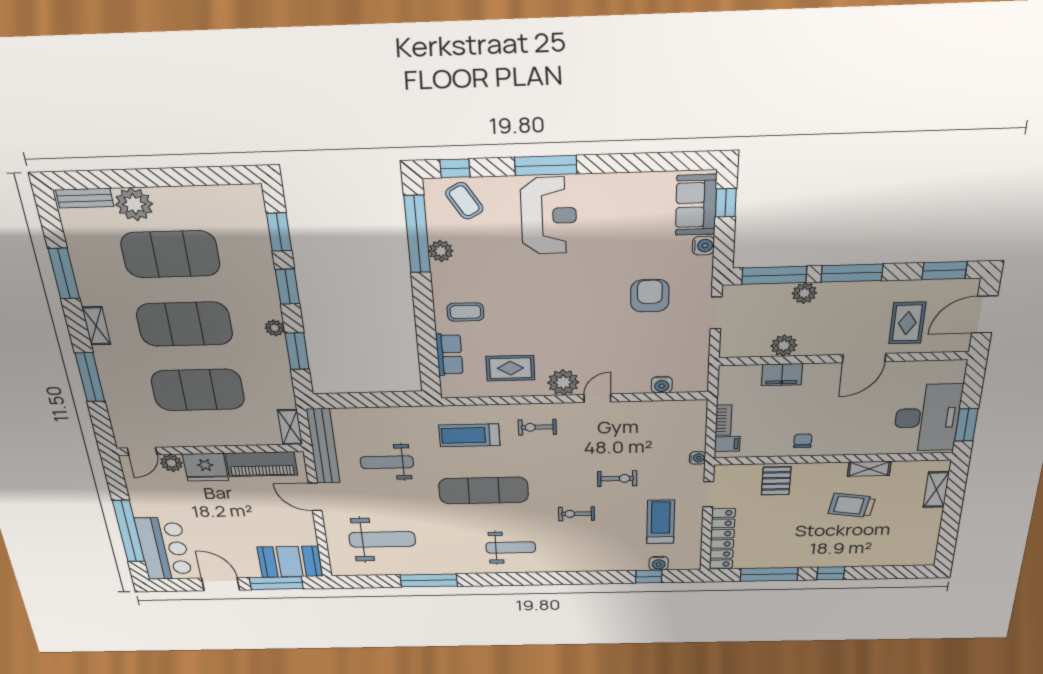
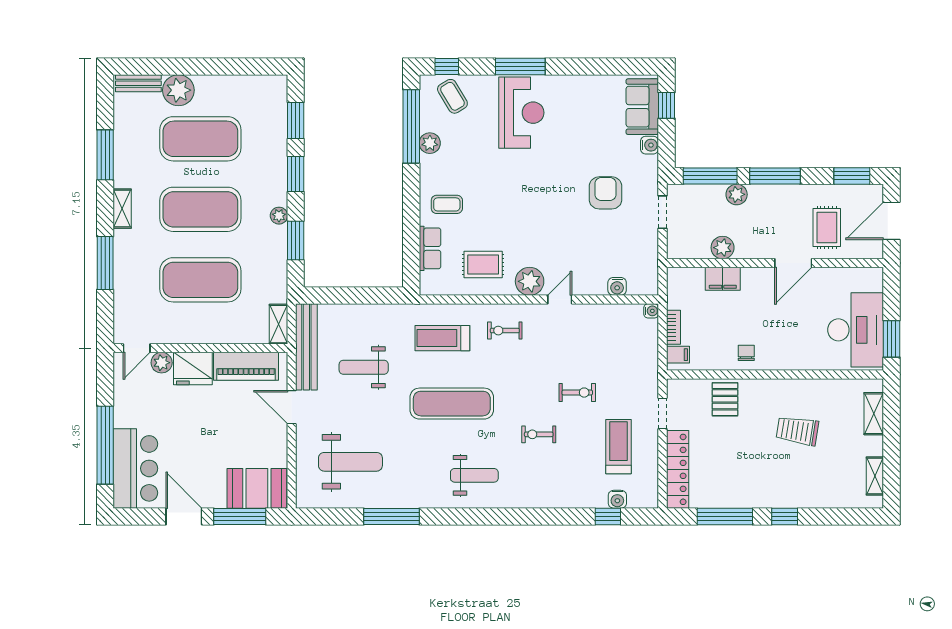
water cooler: (697, 458) -> (651, 311), moved
shelving: (869, 469) -> (875, 476), moved, turned 90

